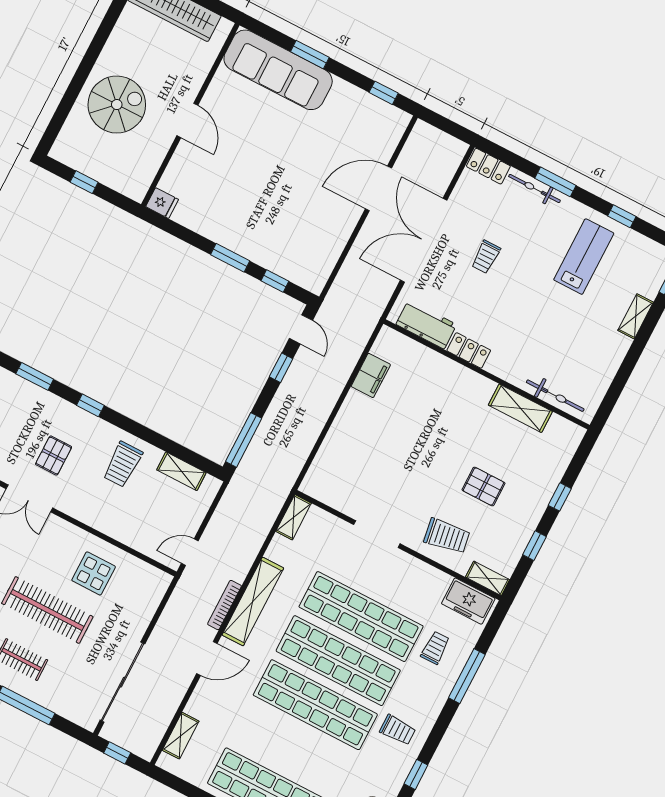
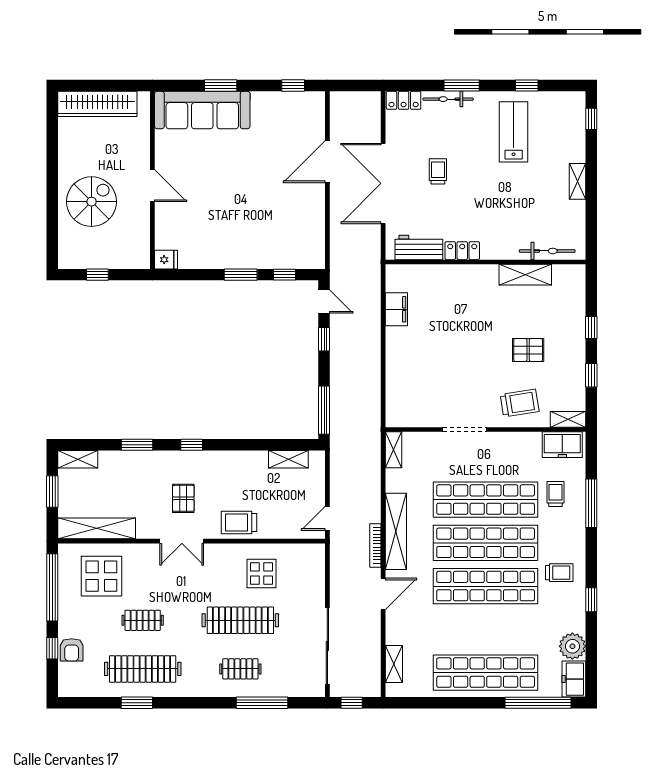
trolley: (486, 257) -> (438, 171), turned 180
shelving: (636, 316) -> (578, 181), moved
trolley: (123, 464) -> (239, 523), moved, turned 90

